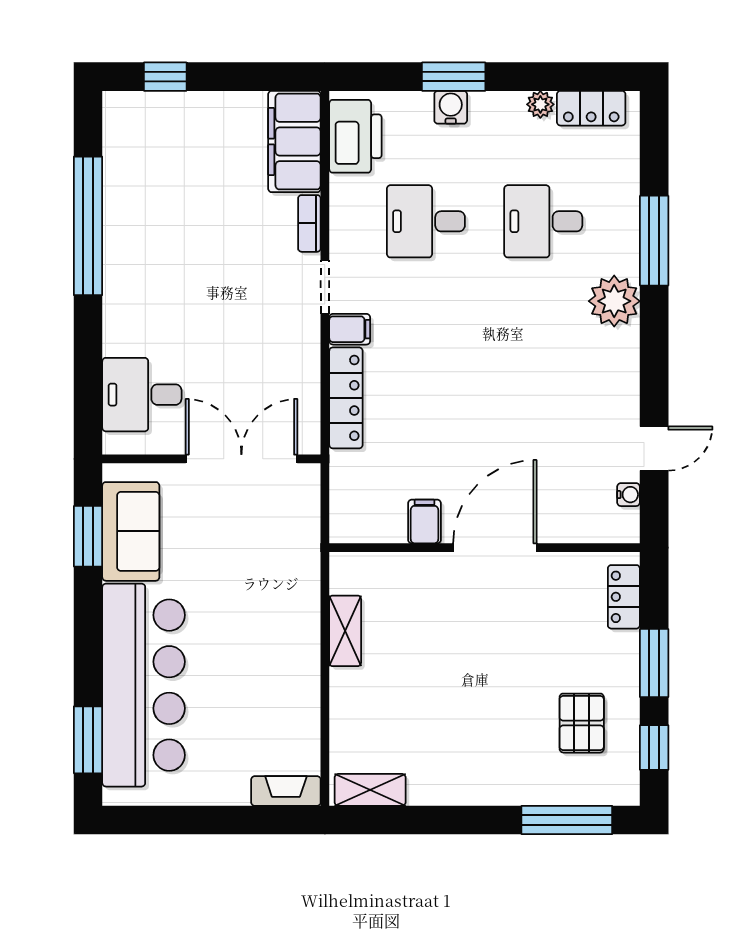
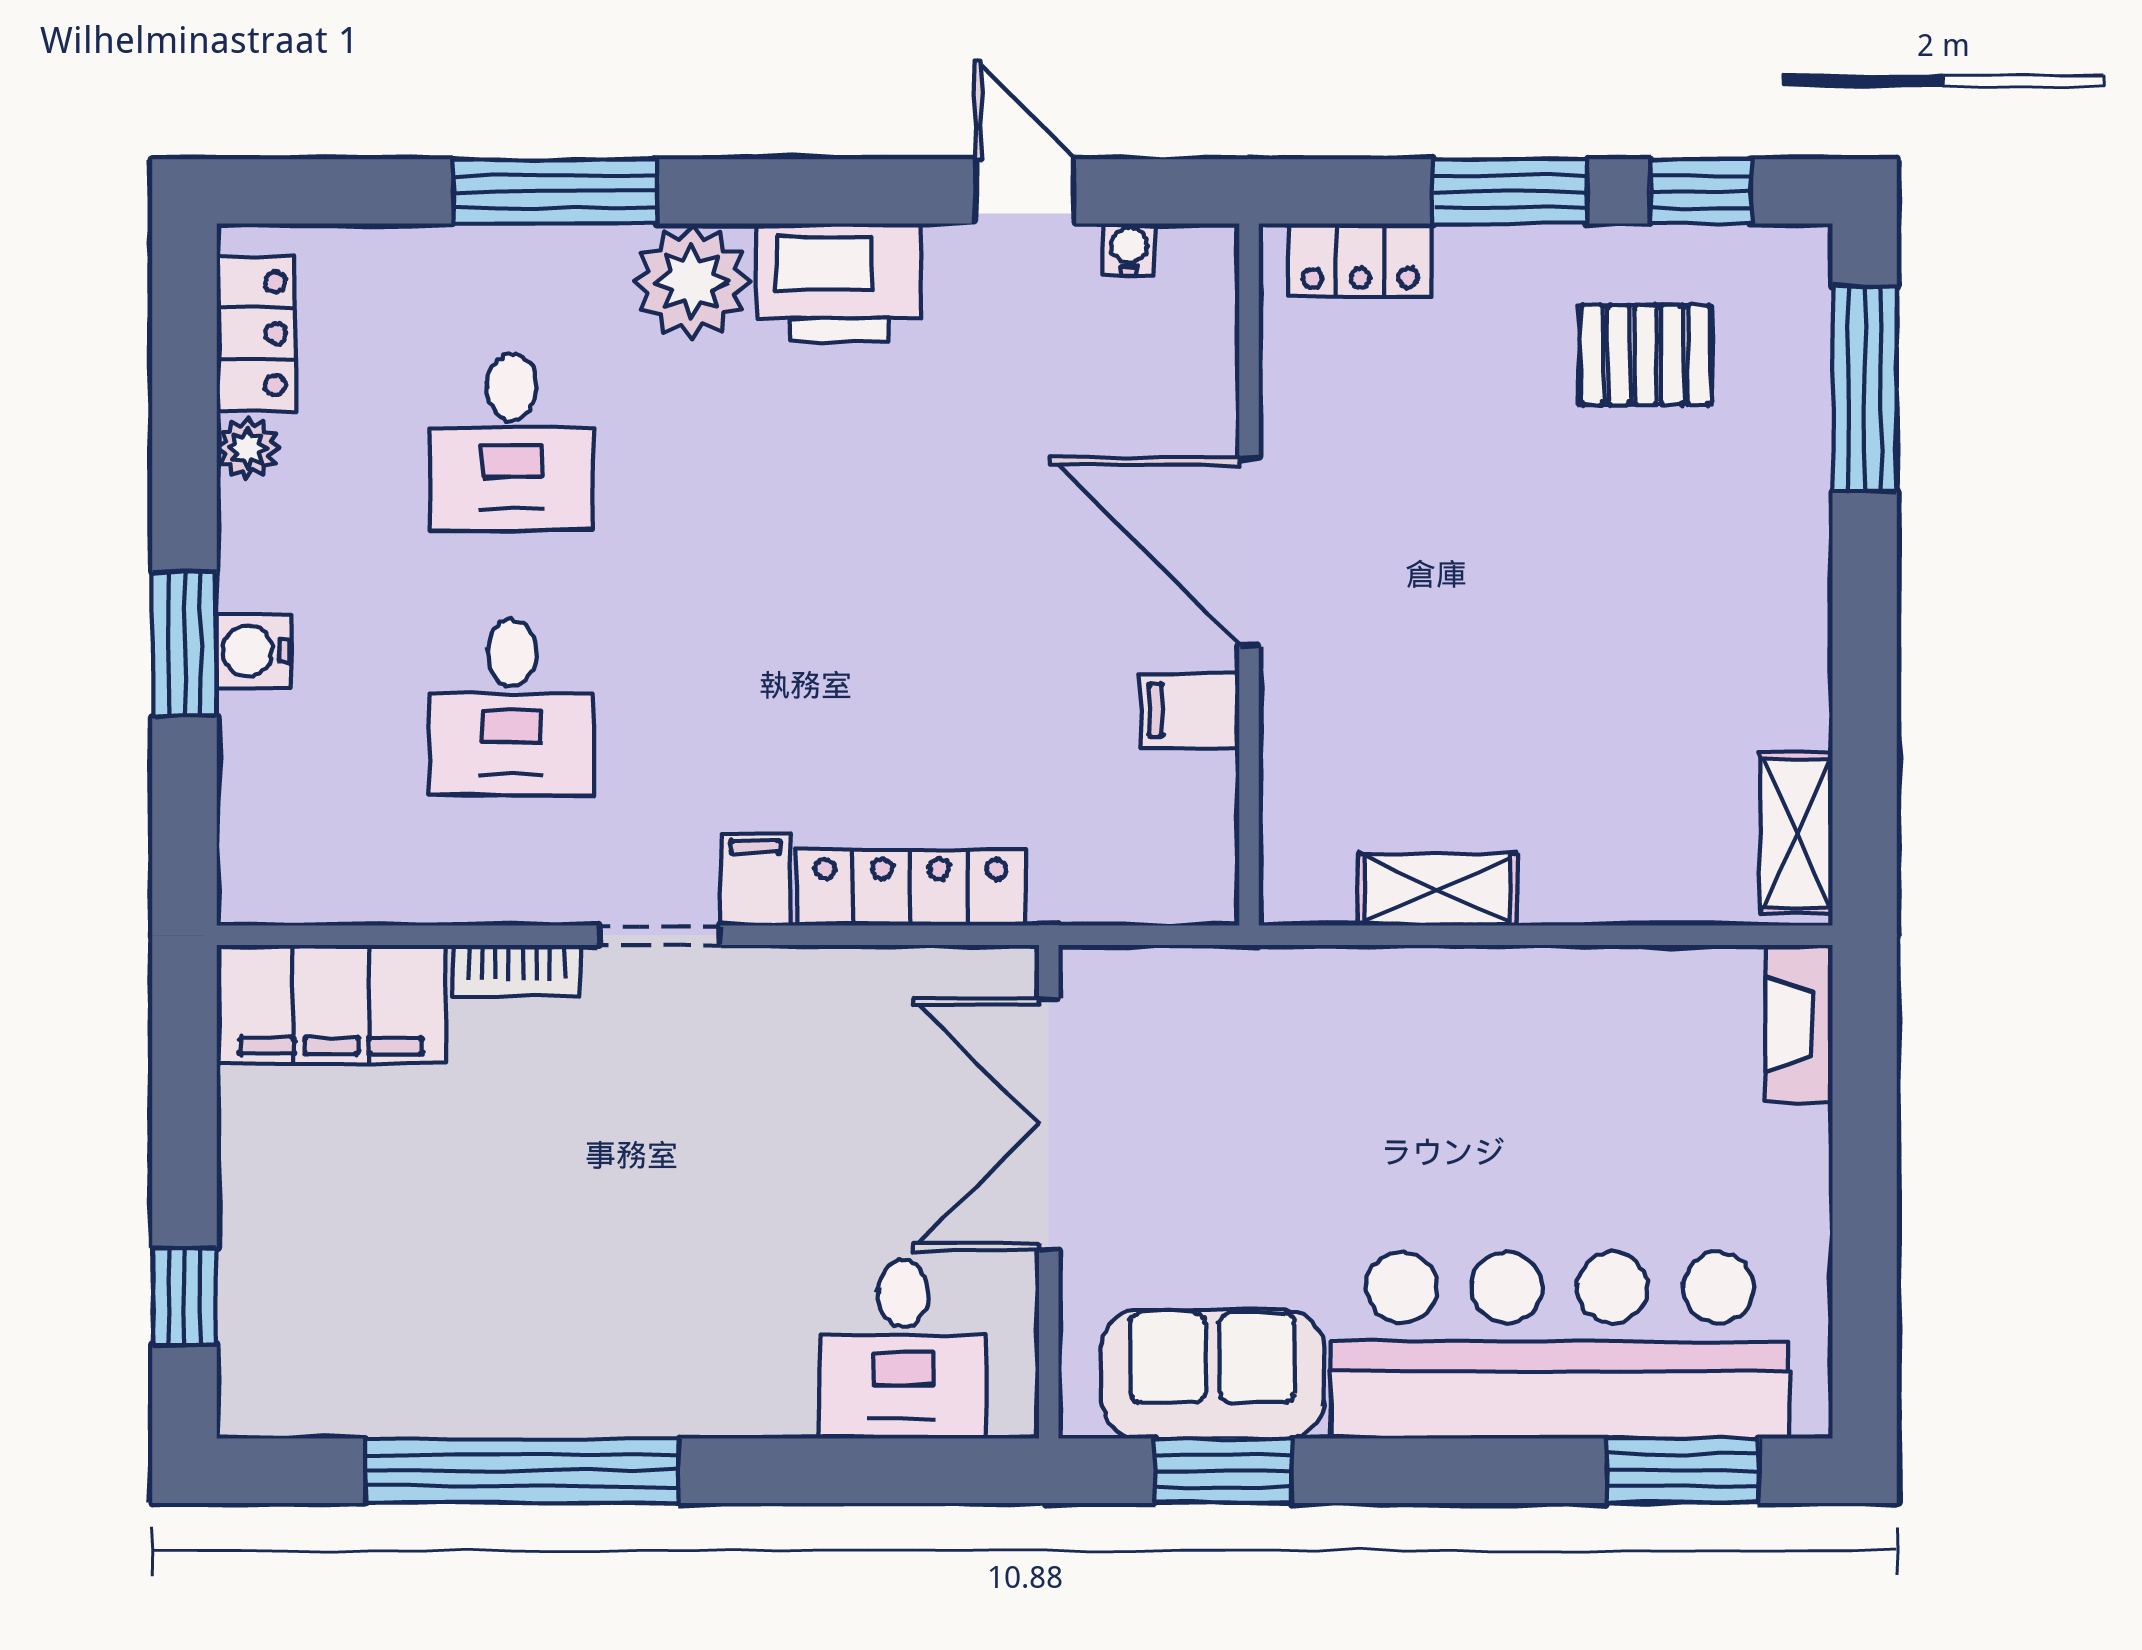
printer: (355, 136) -> (839, 283), moved, turned 180

